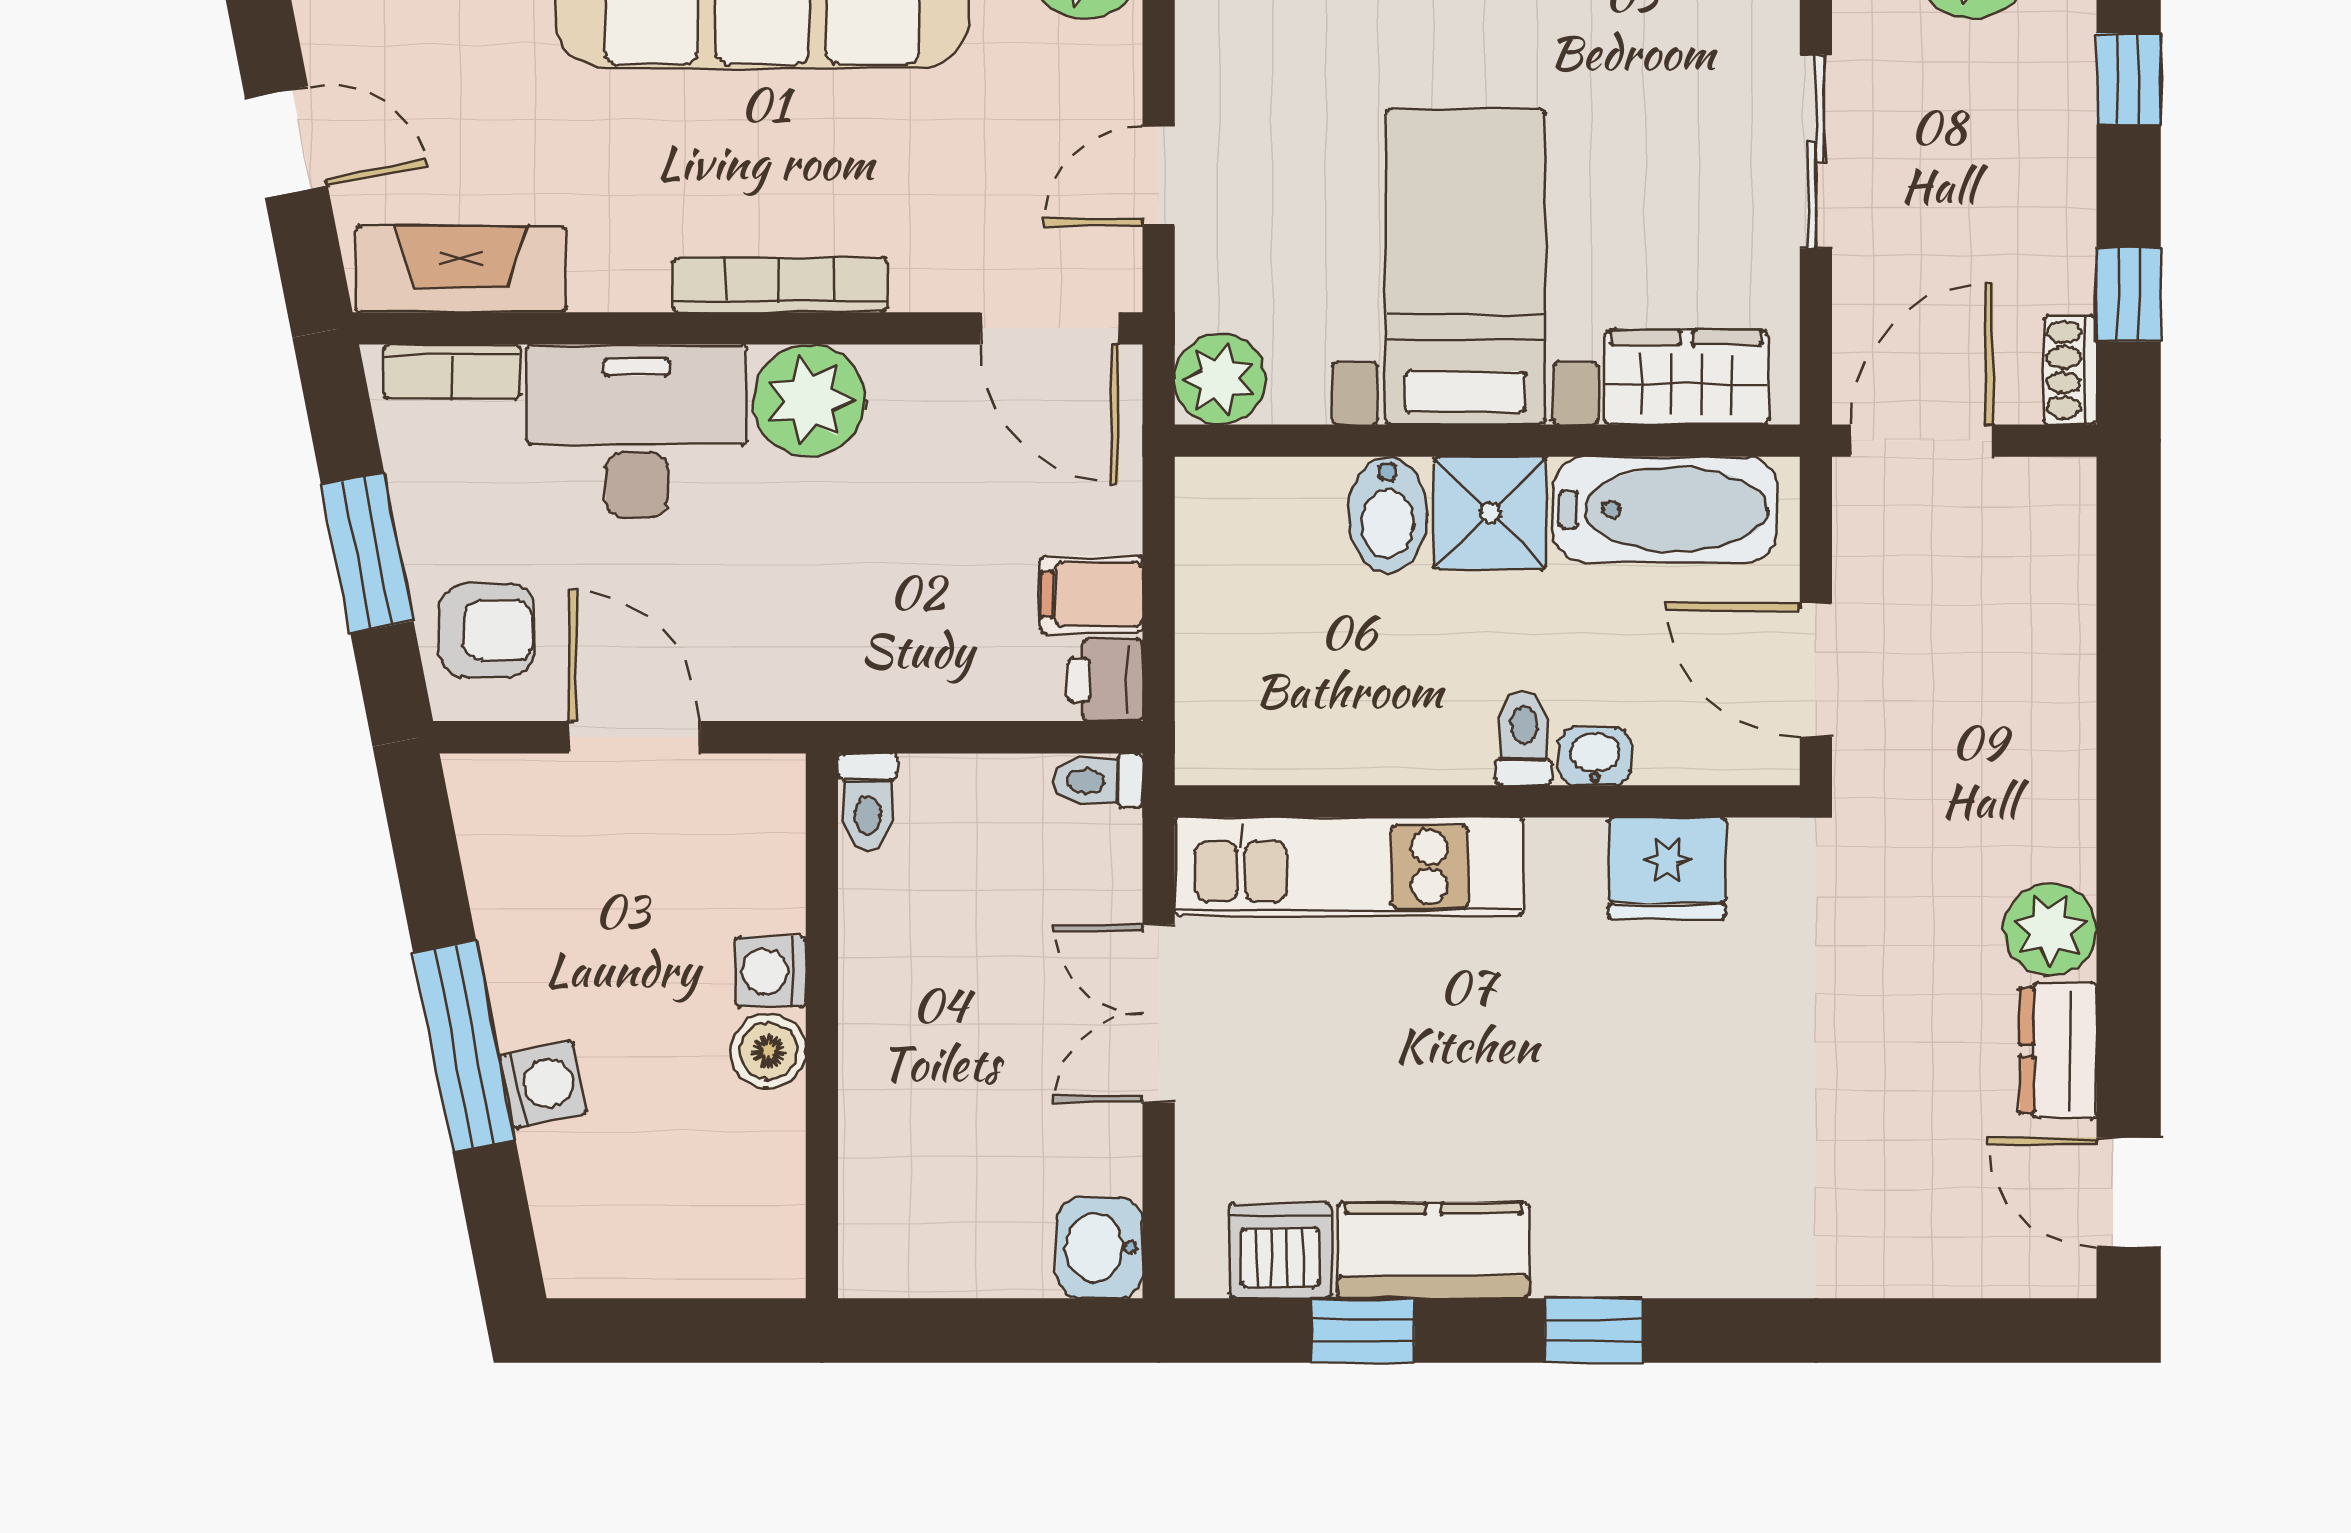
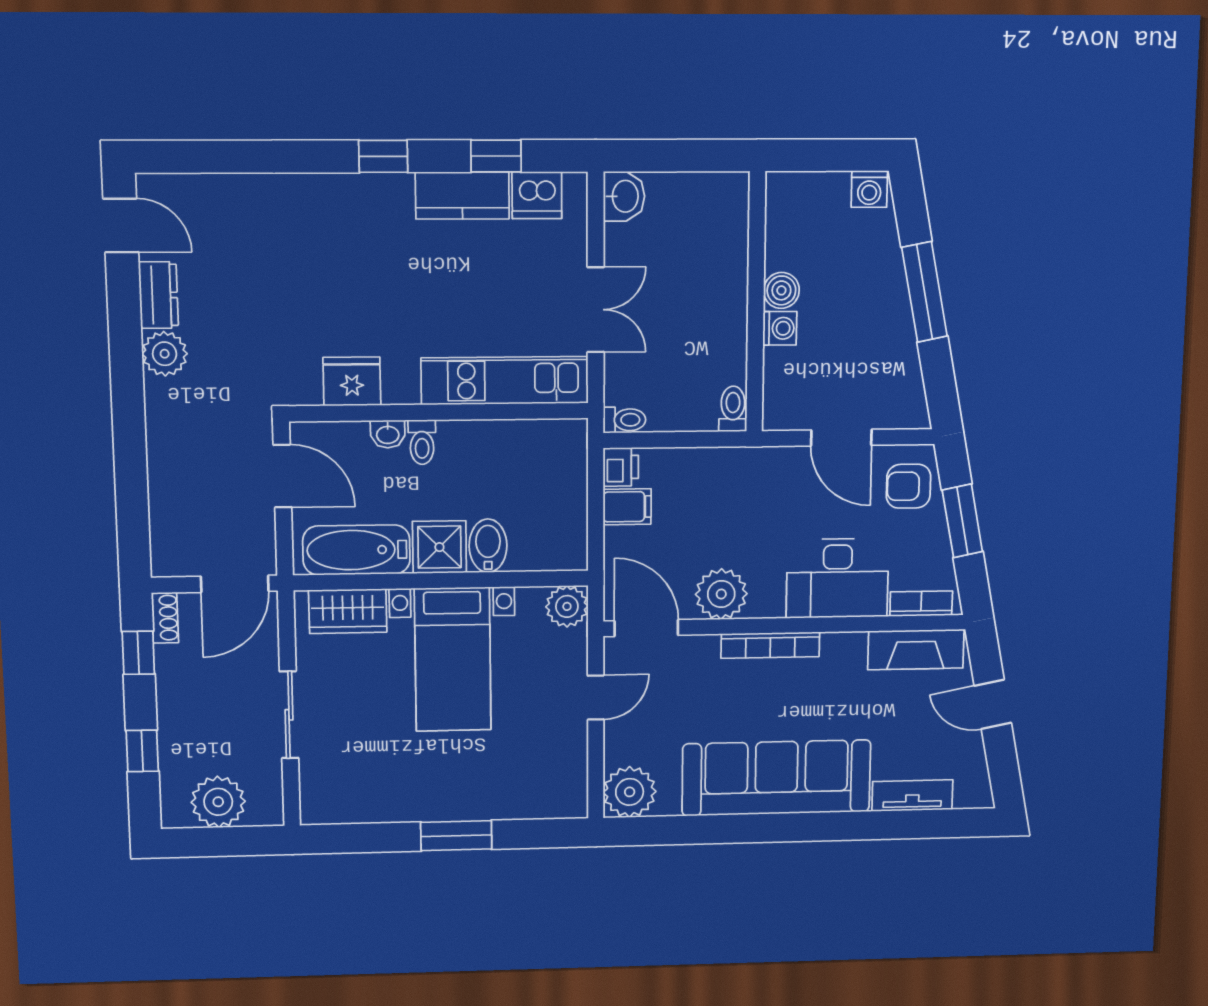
plant: (809, 401) -> (721, 594), moved
washing machine: (543, 1084) -> (869, 189), moved, turned -79

